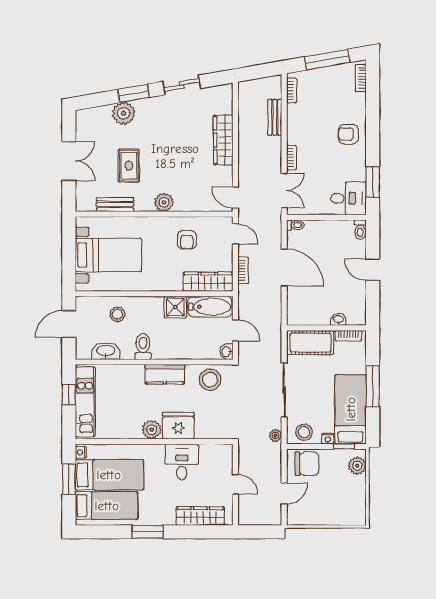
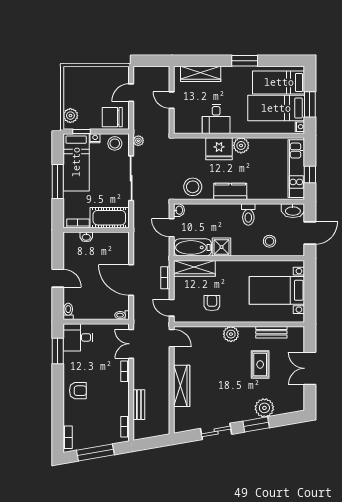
washbasin: (106, 351) -> (293, 211), moved

